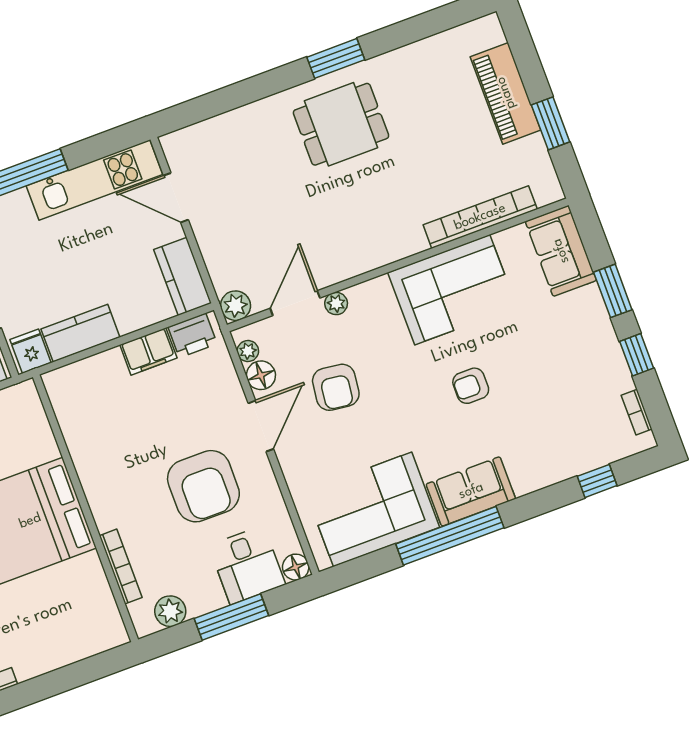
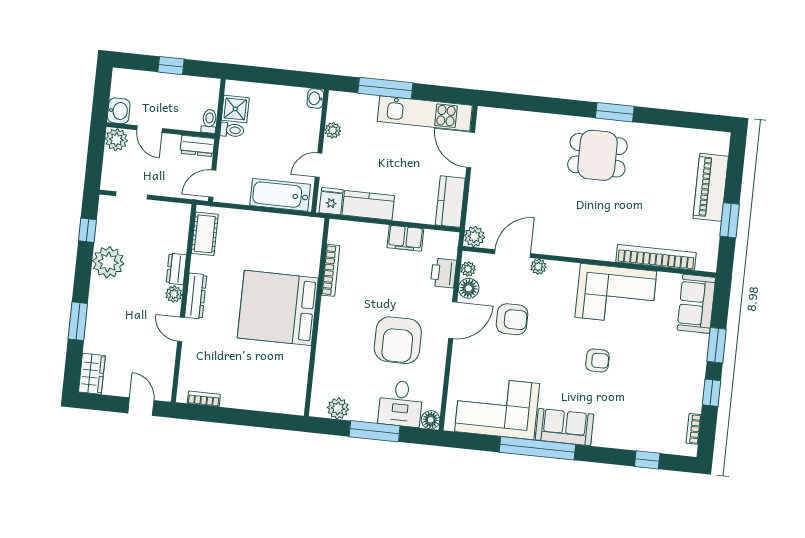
printer: (193, 335) -> (444, 273), moved, turned 90
armchair: (471, 386) -> (597, 360), turned 180
armchair: (336, 387) -> (512, 319), turned -97
bookcase: (121, 567) -> (331, 270), moved

